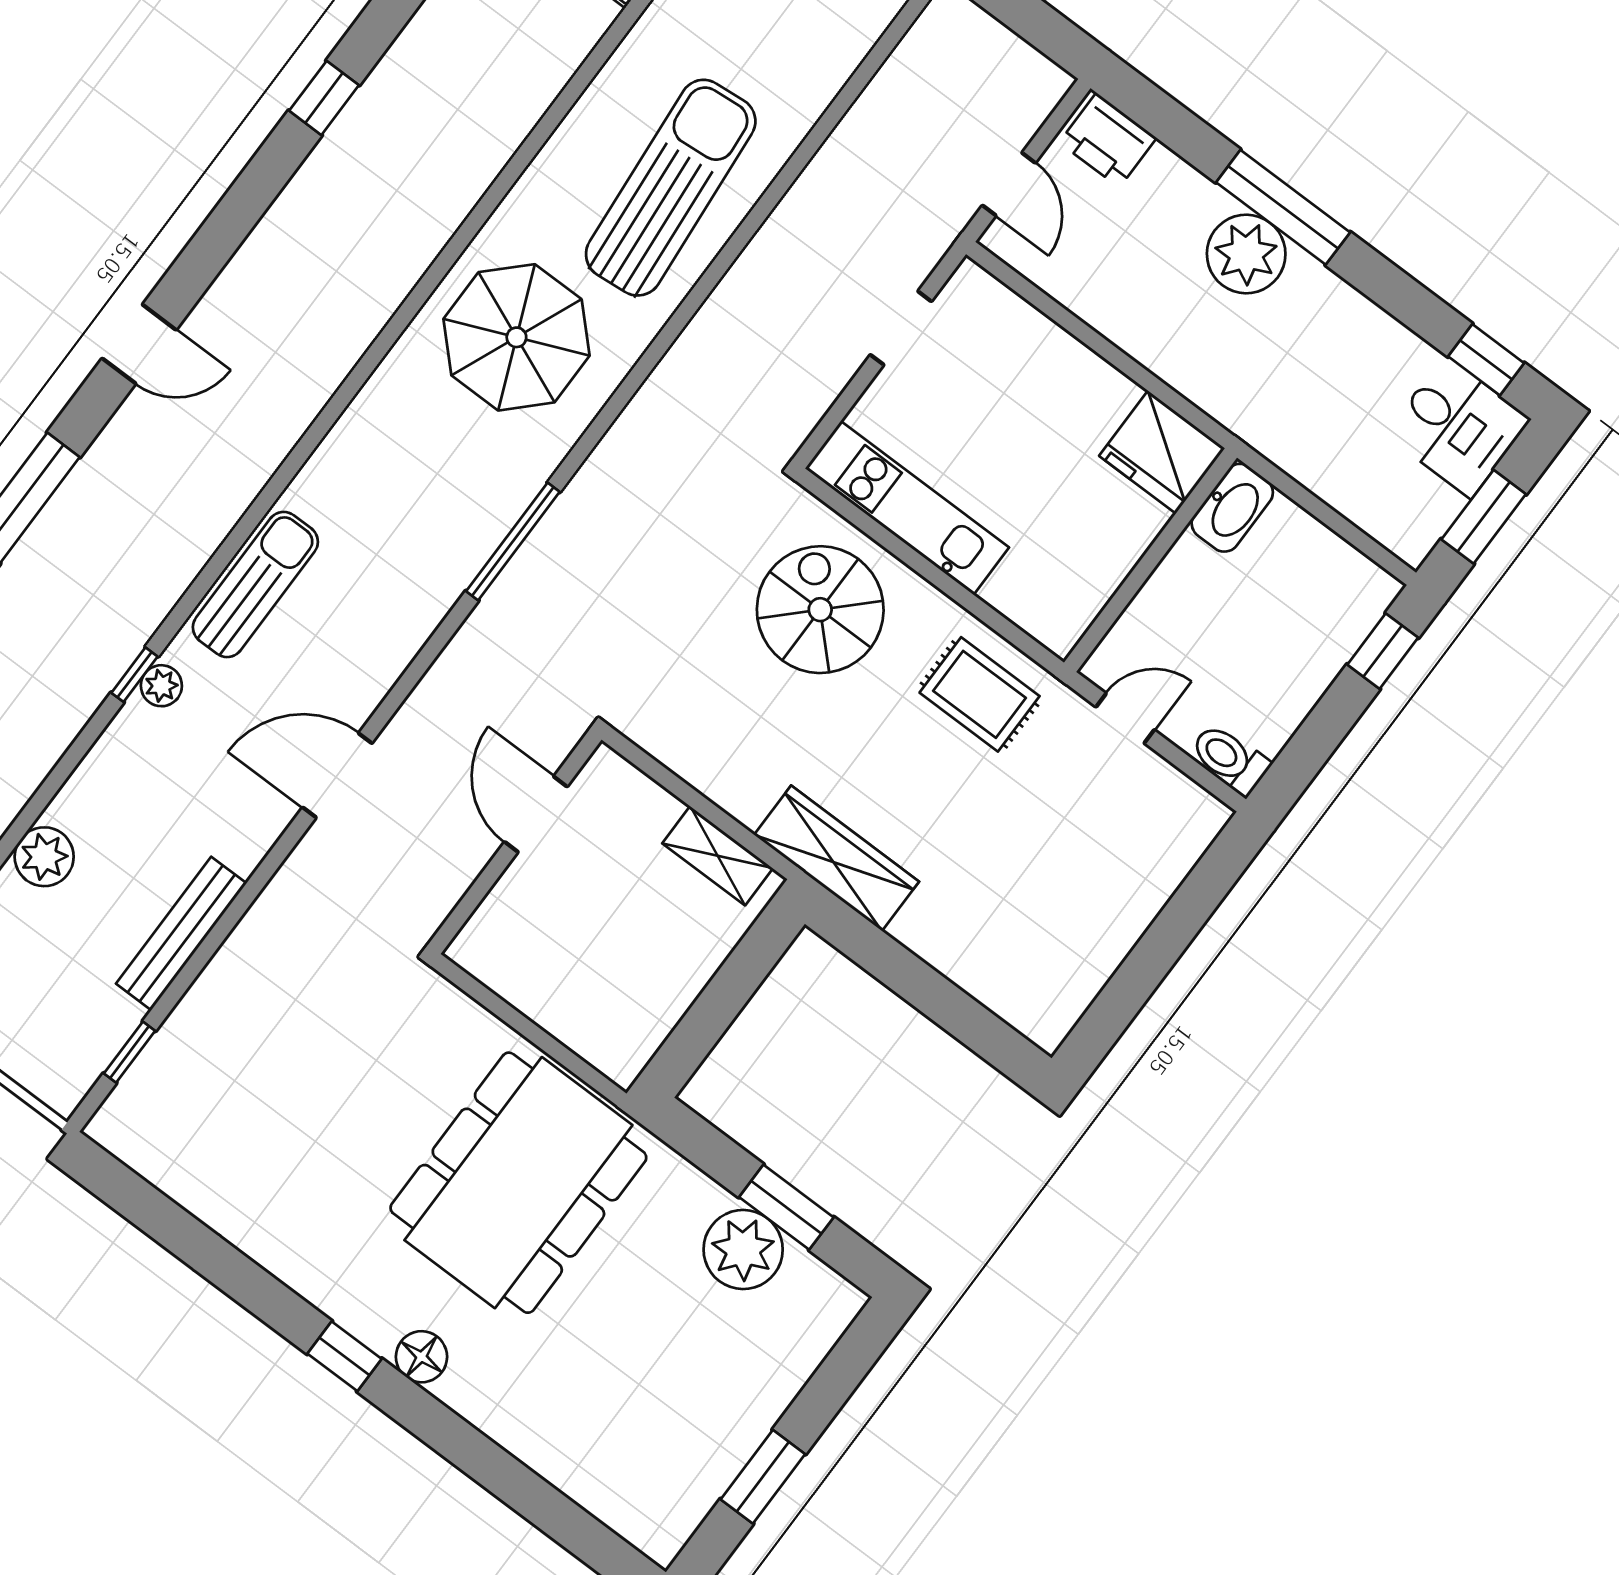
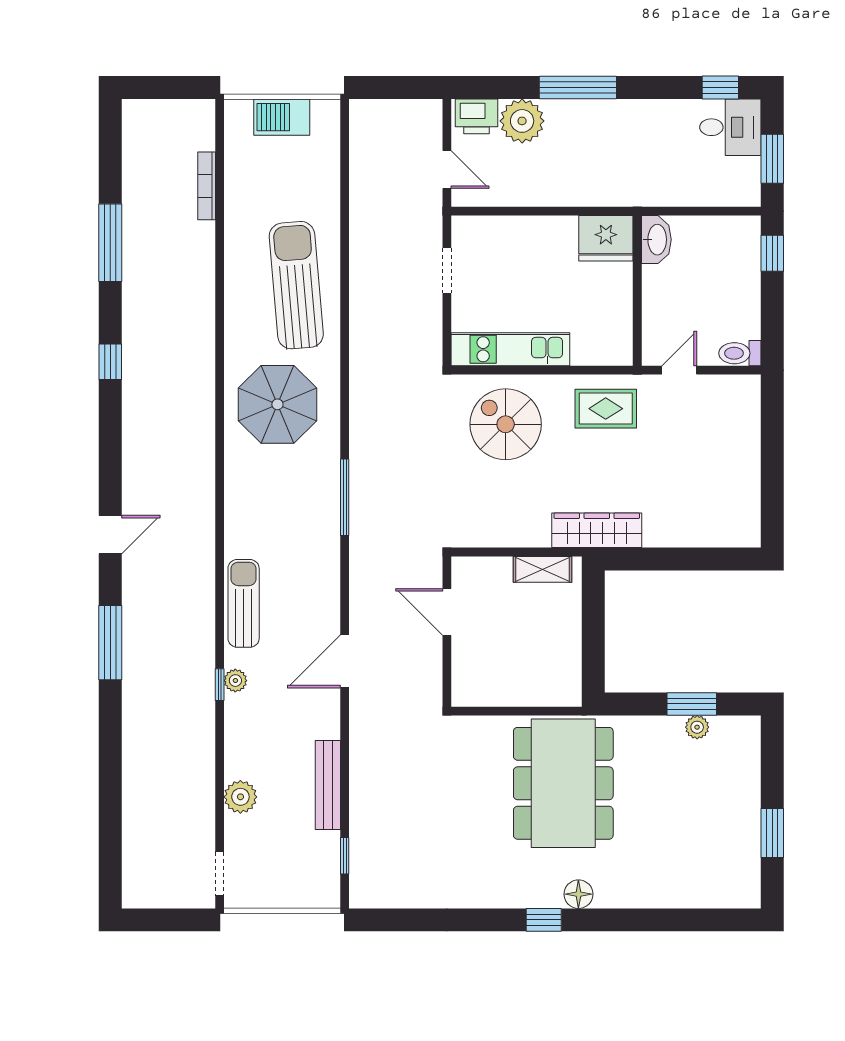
plant: (1246, 254) -> (522, 121), moved
plant: (743, 1250) -> (697, 727), width x0.53, depth x0.53

